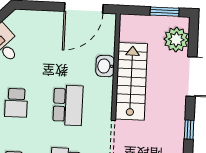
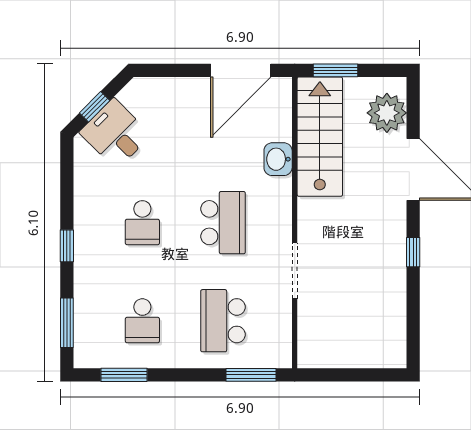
window: (165, 12) -> (335, 70), moved
stairs: (131, 81) -> (320, 137), moved

